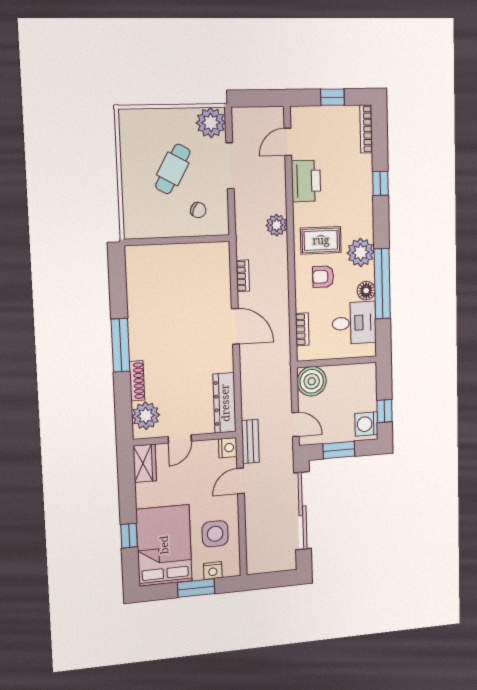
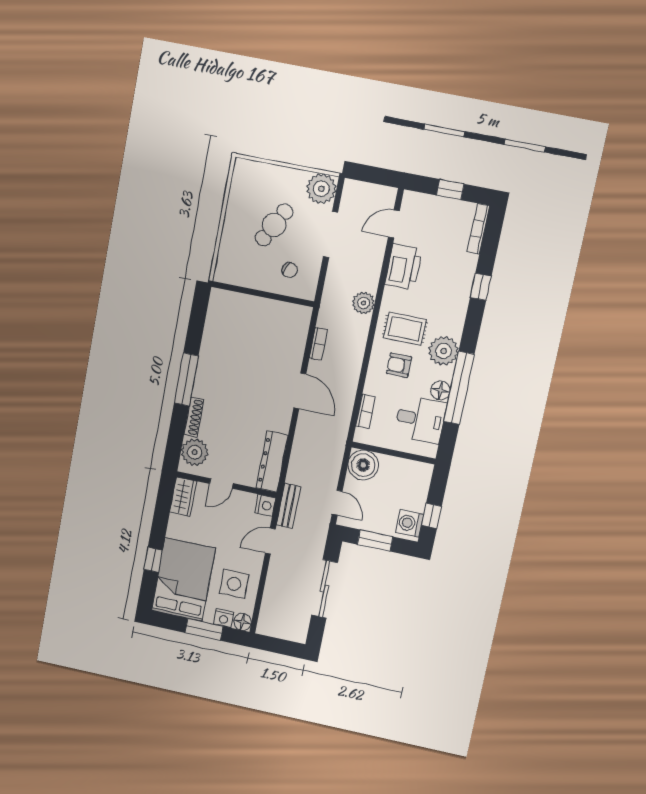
sliding door: (303, 511) -> (325, 589), width x0.73
floor lamp: (232, 568) -> (243, 622), added

